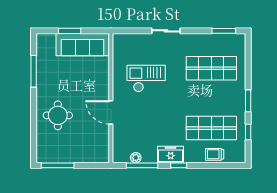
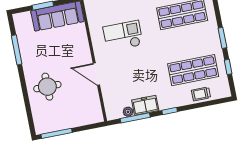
freezer: (171, 155) -> (145, 105), moved

